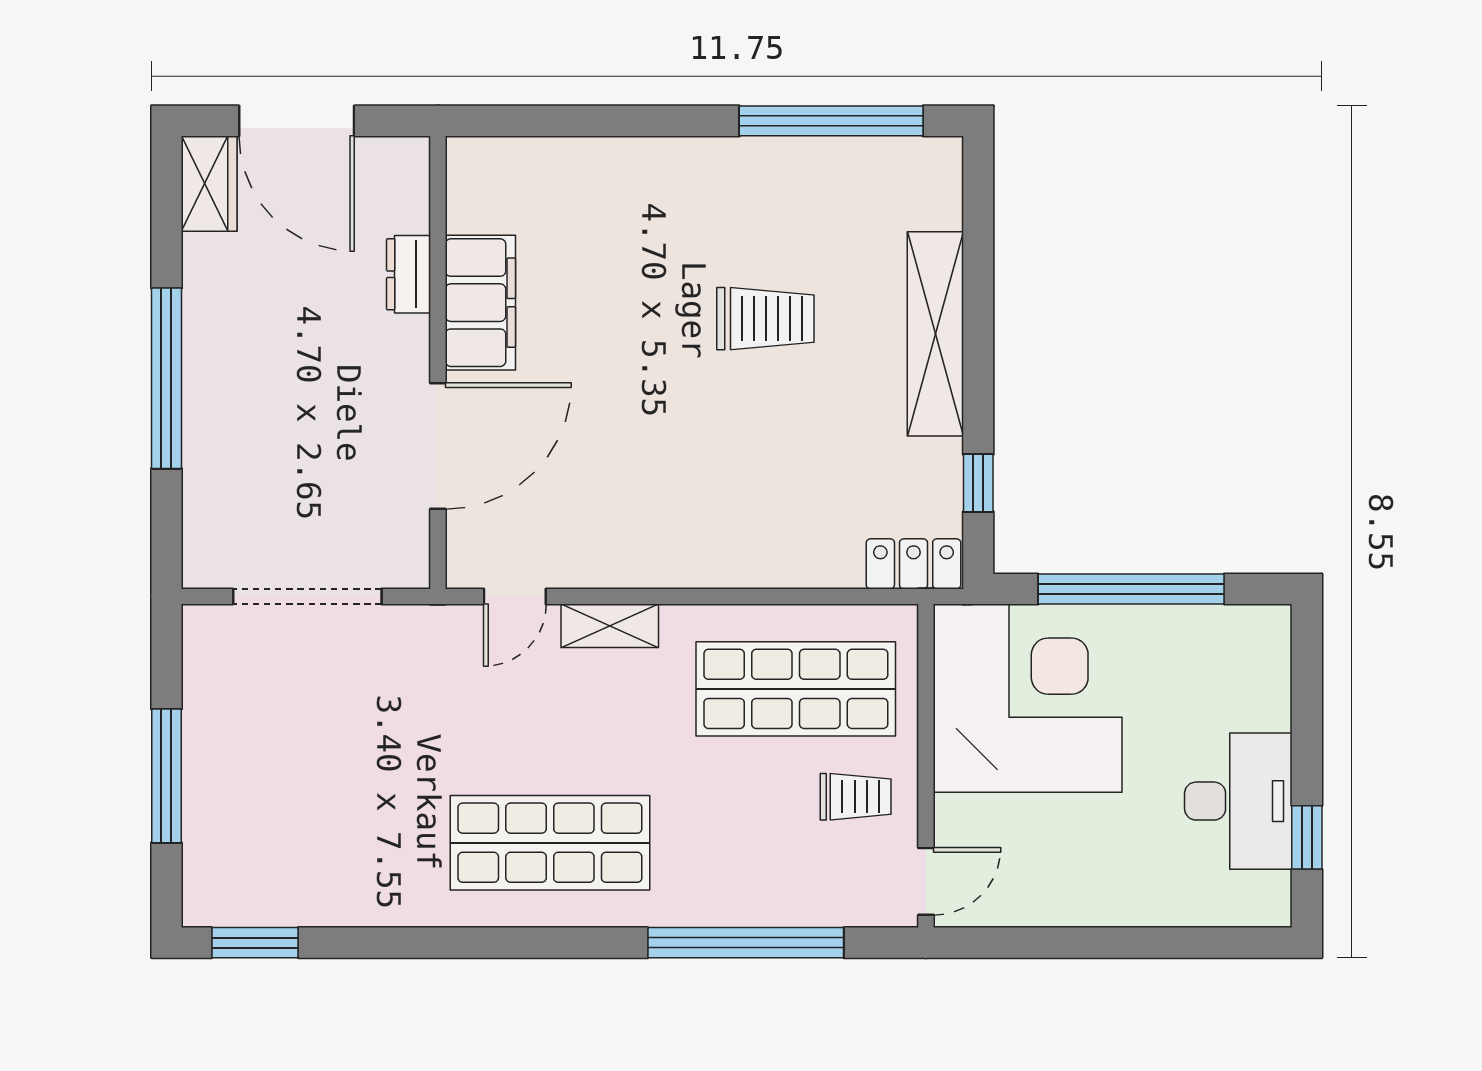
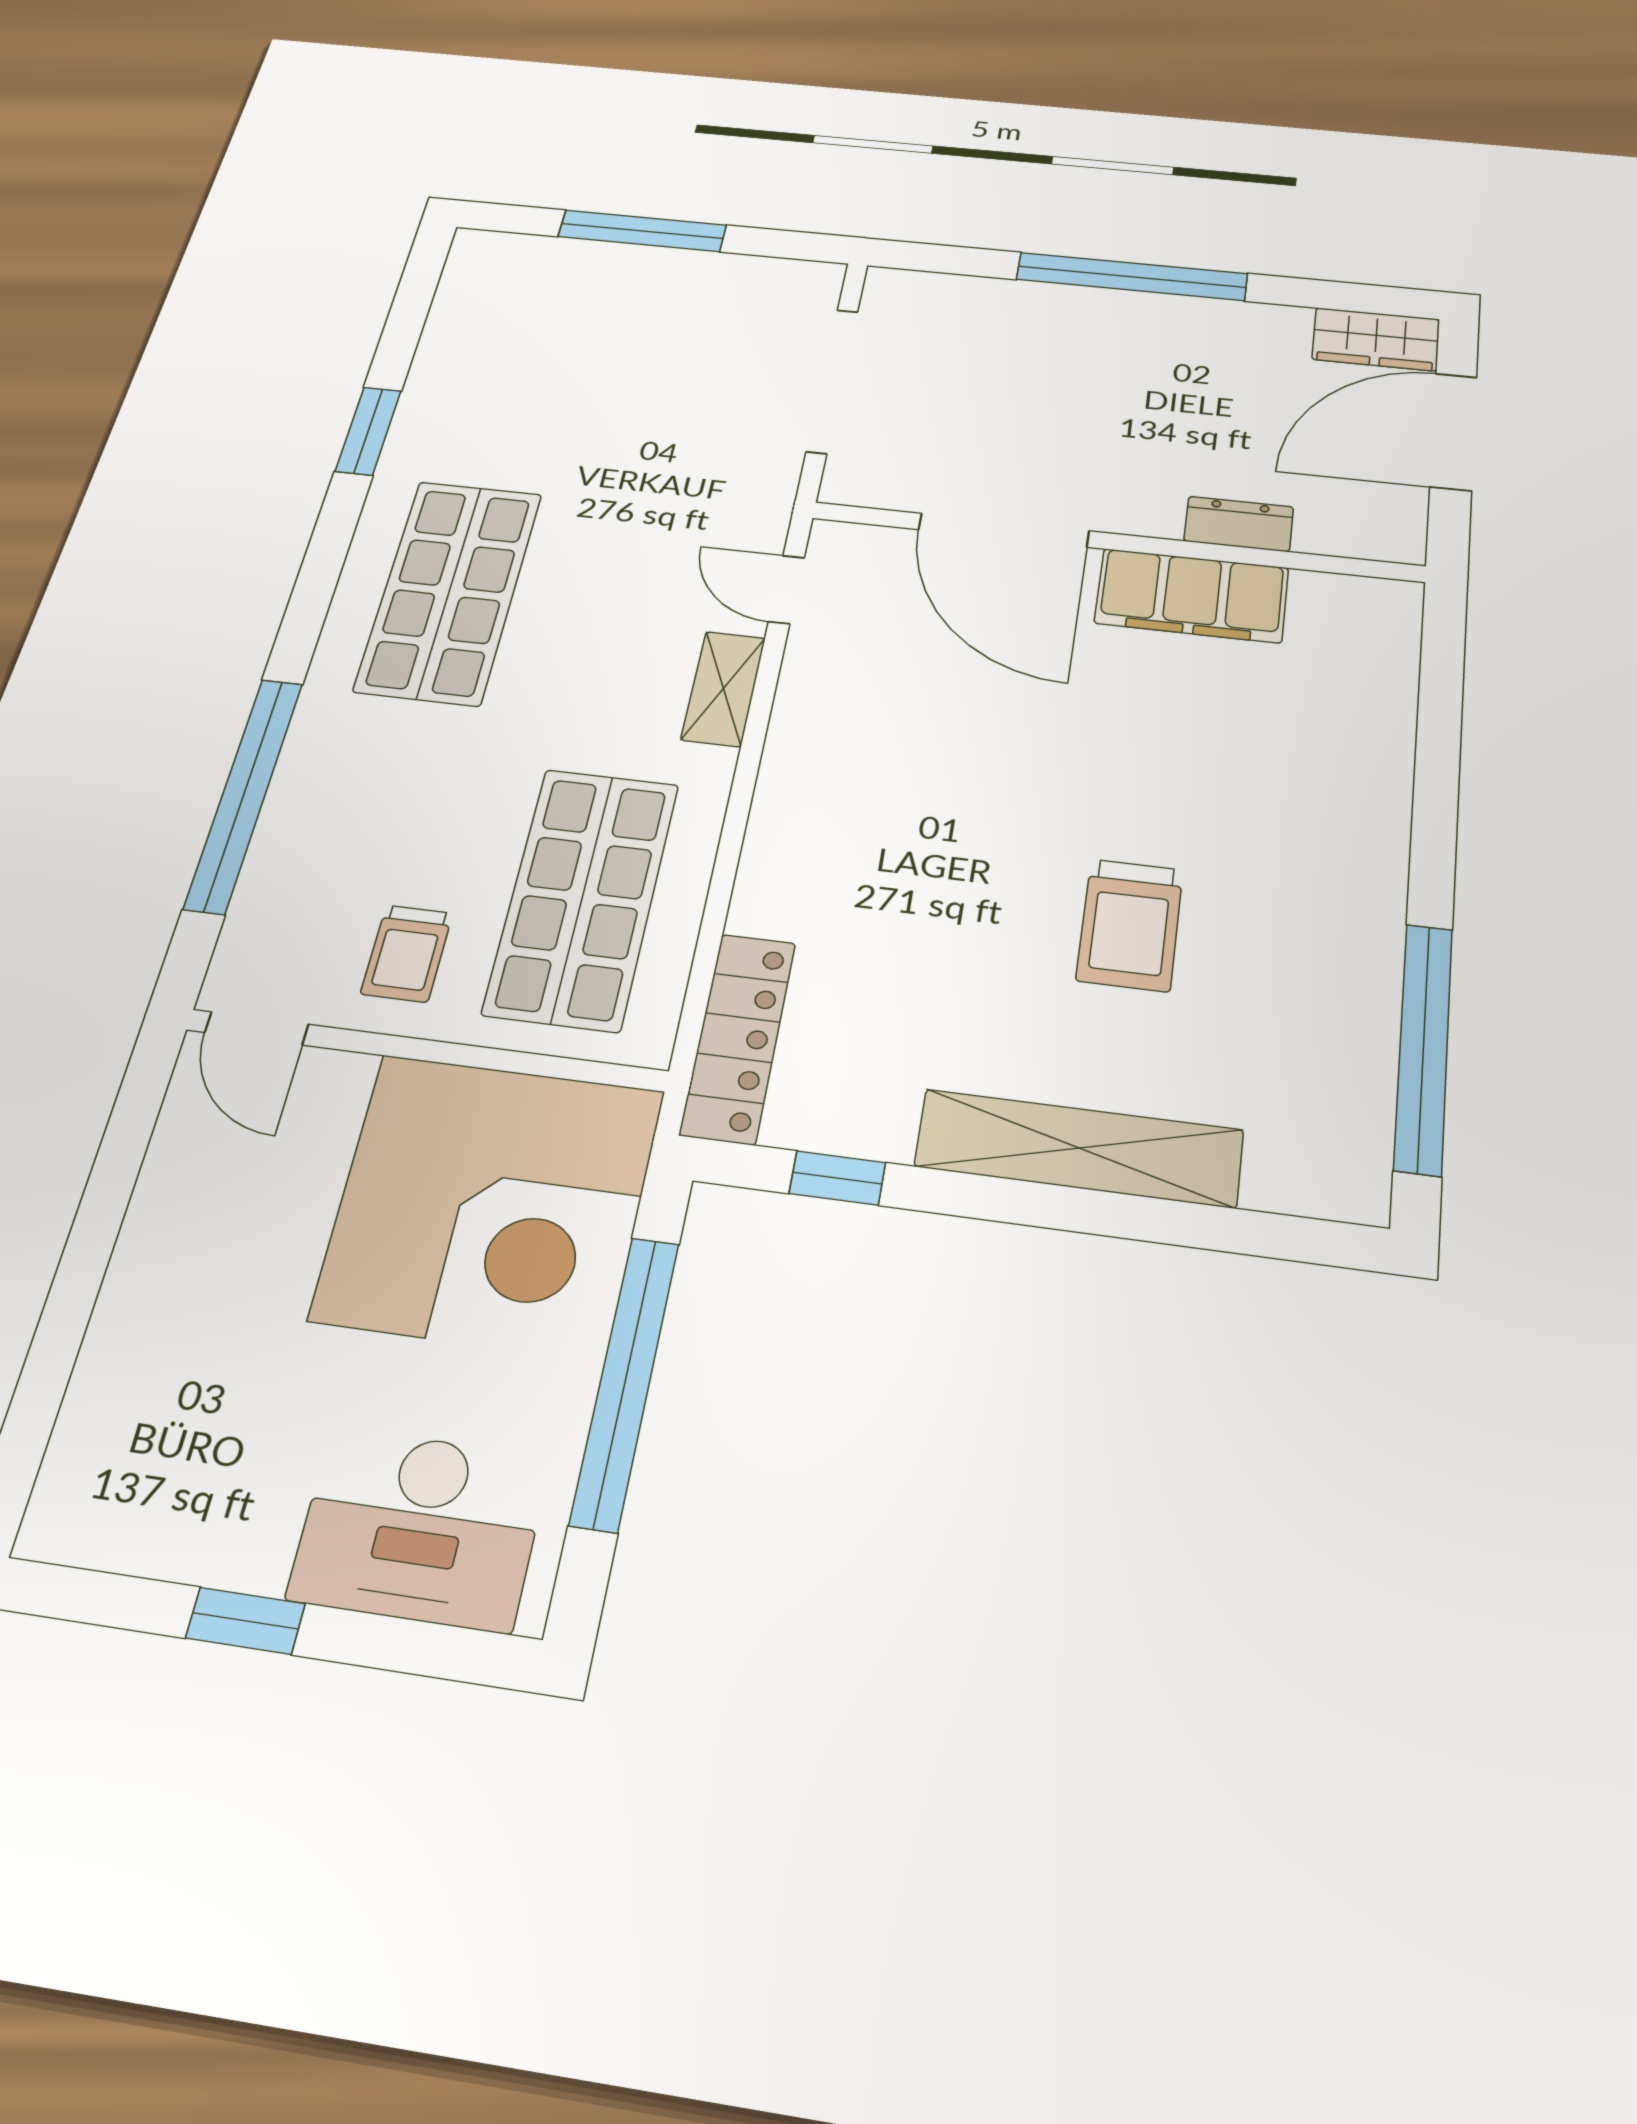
locker: (914, 564) -> (738, 1037), width x1.53
desk: (1238, 801) -> (420, 1528), moved
window: (1307, 837) -> (245, 1621), moved
window: (255, 943) -> (368, 431), moved

